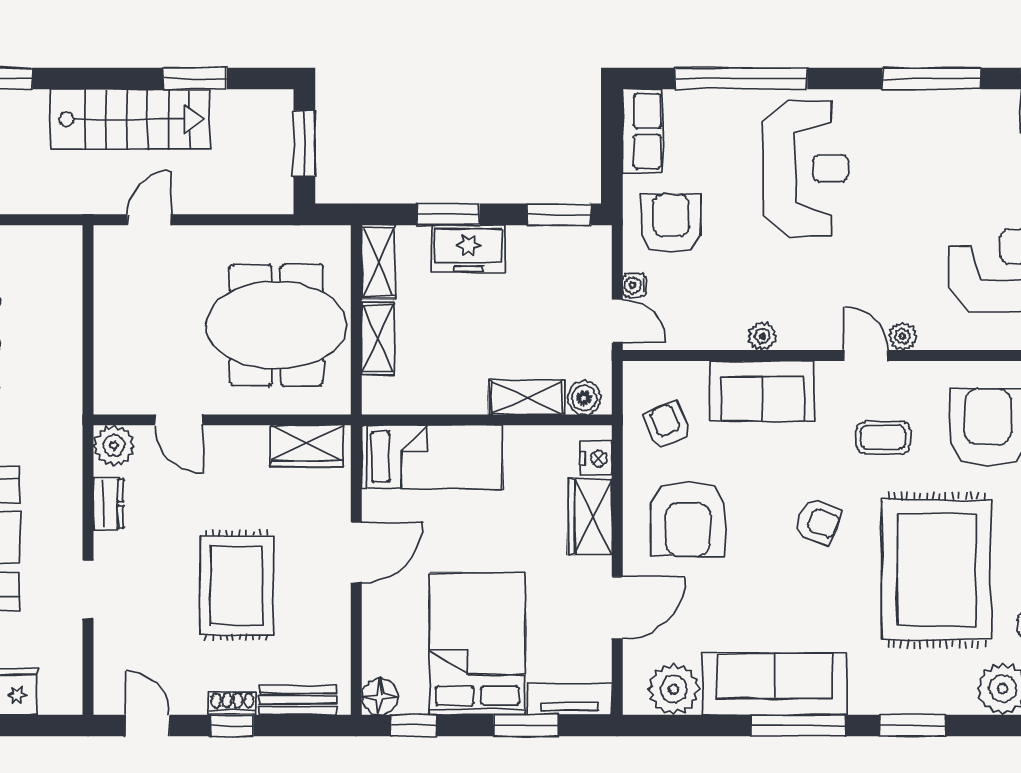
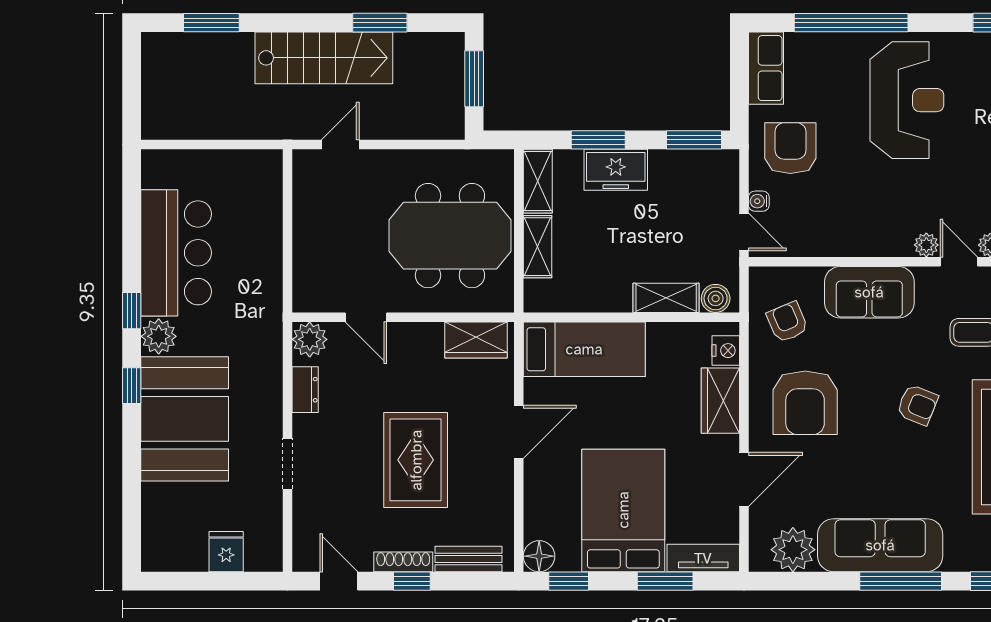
plant: (762, 336) -> (926, 245), moved
shoe rack: (232, 703) -> (403, 562), width x1.43

